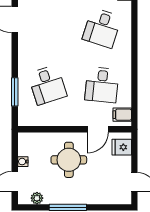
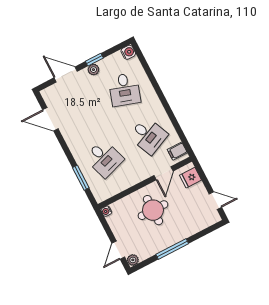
desk: (102, 85) -> (148, 136), turned -30
water cooler: (23, 162) -> (106, 211), moved
plant: (37, 198) -> (133, 260), moved

